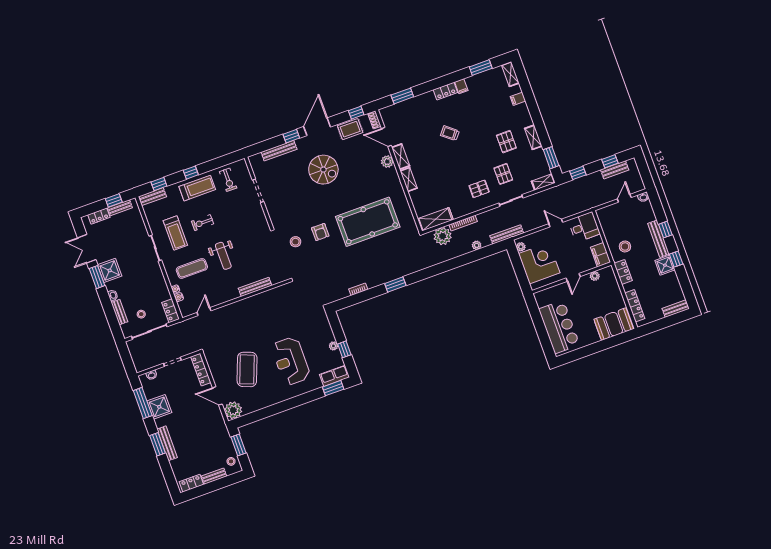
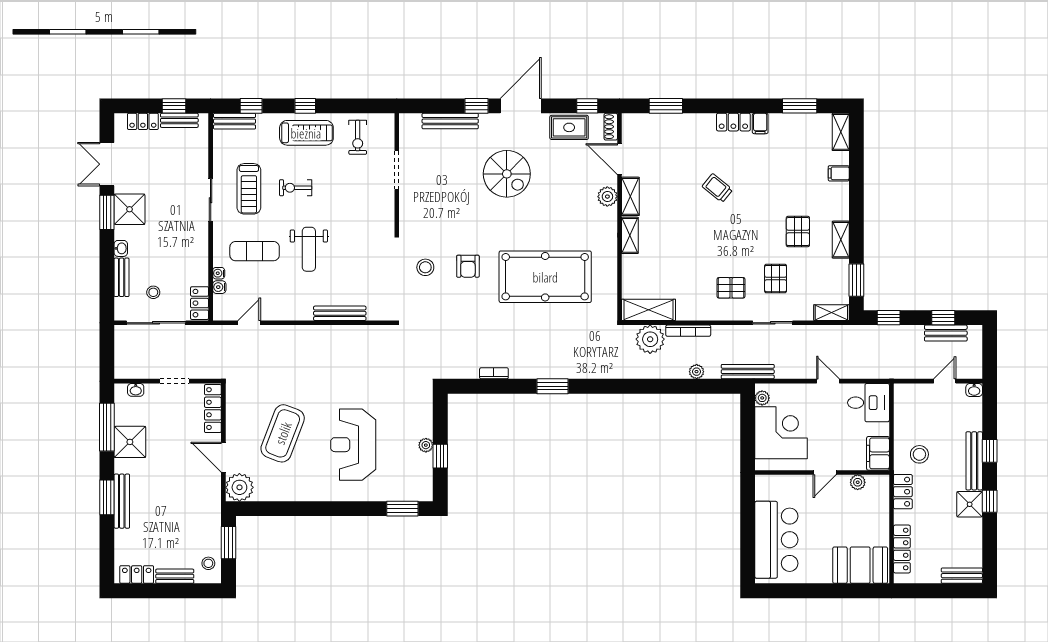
row of seats: (335, 376) -> (411, 491), removed

